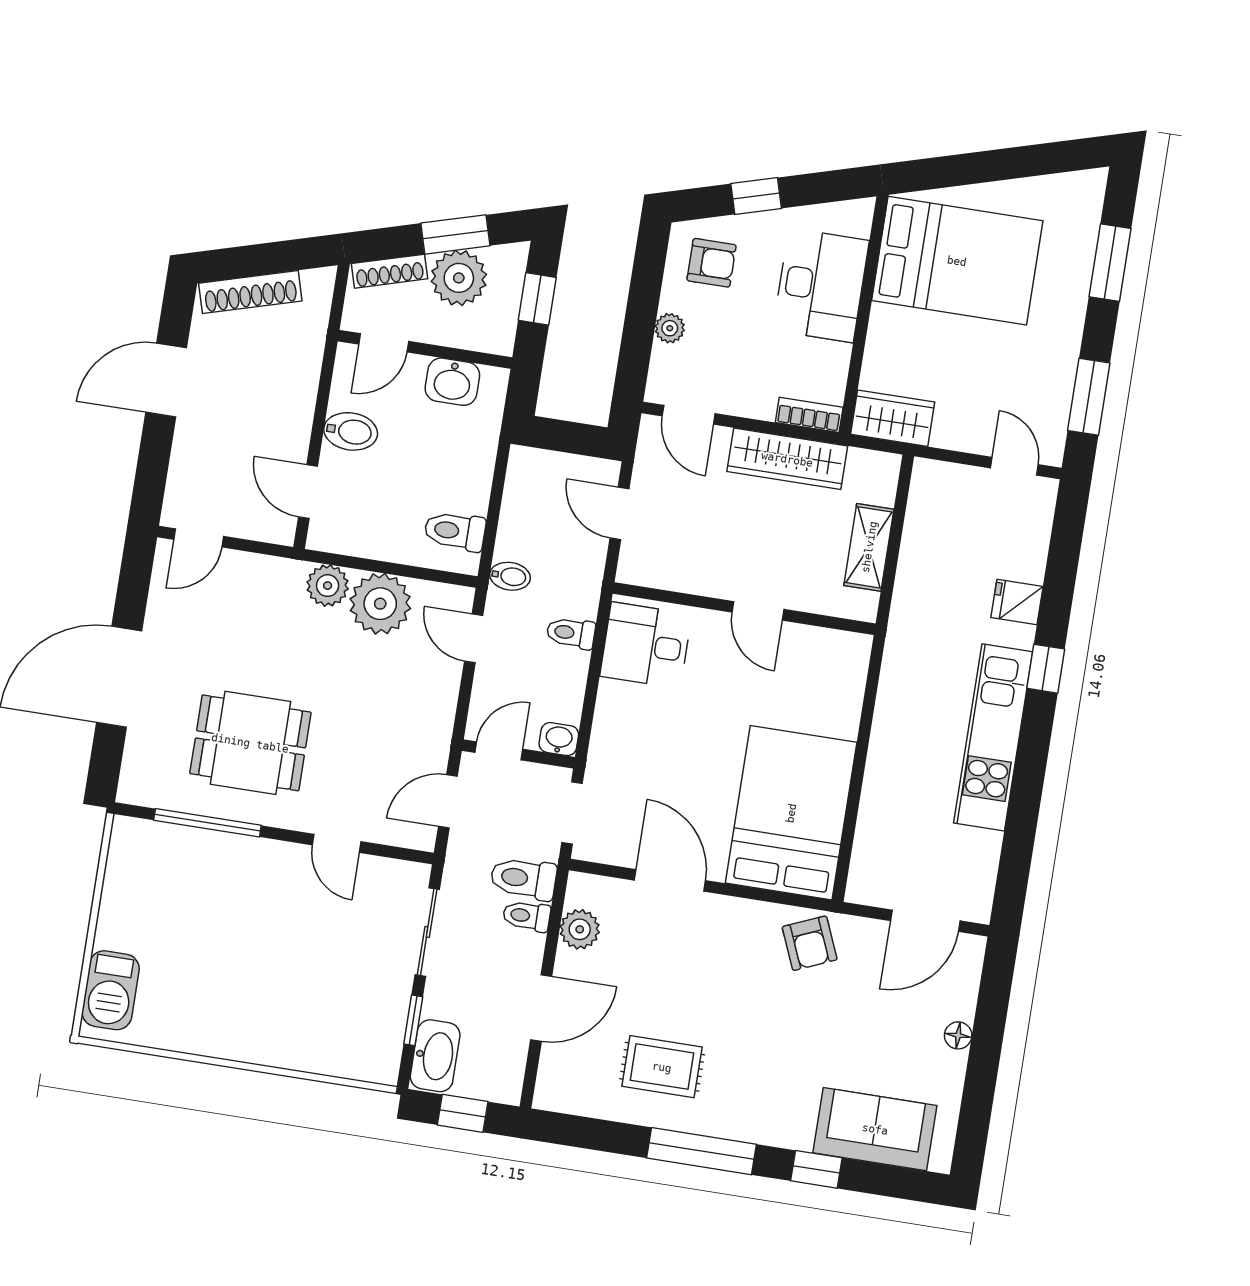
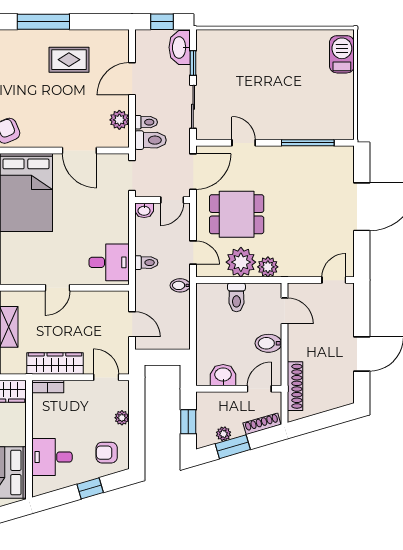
plant: (459, 278) -> (224, 434), width x0.53, depth x0.53
desk: (821, 285) -> (52, 457), width x0.73
shoe rack: (250, 292) -> (295, 386), moved, turned 106
toilet: (455, 531) -> (236, 297), moved, turned 90
door: (758, 611) -> (58, 288), swing flipped
dining table: (250, 743) -> (237, 214), moved
door: (448, 801) -> (193, 172), width x1.38

